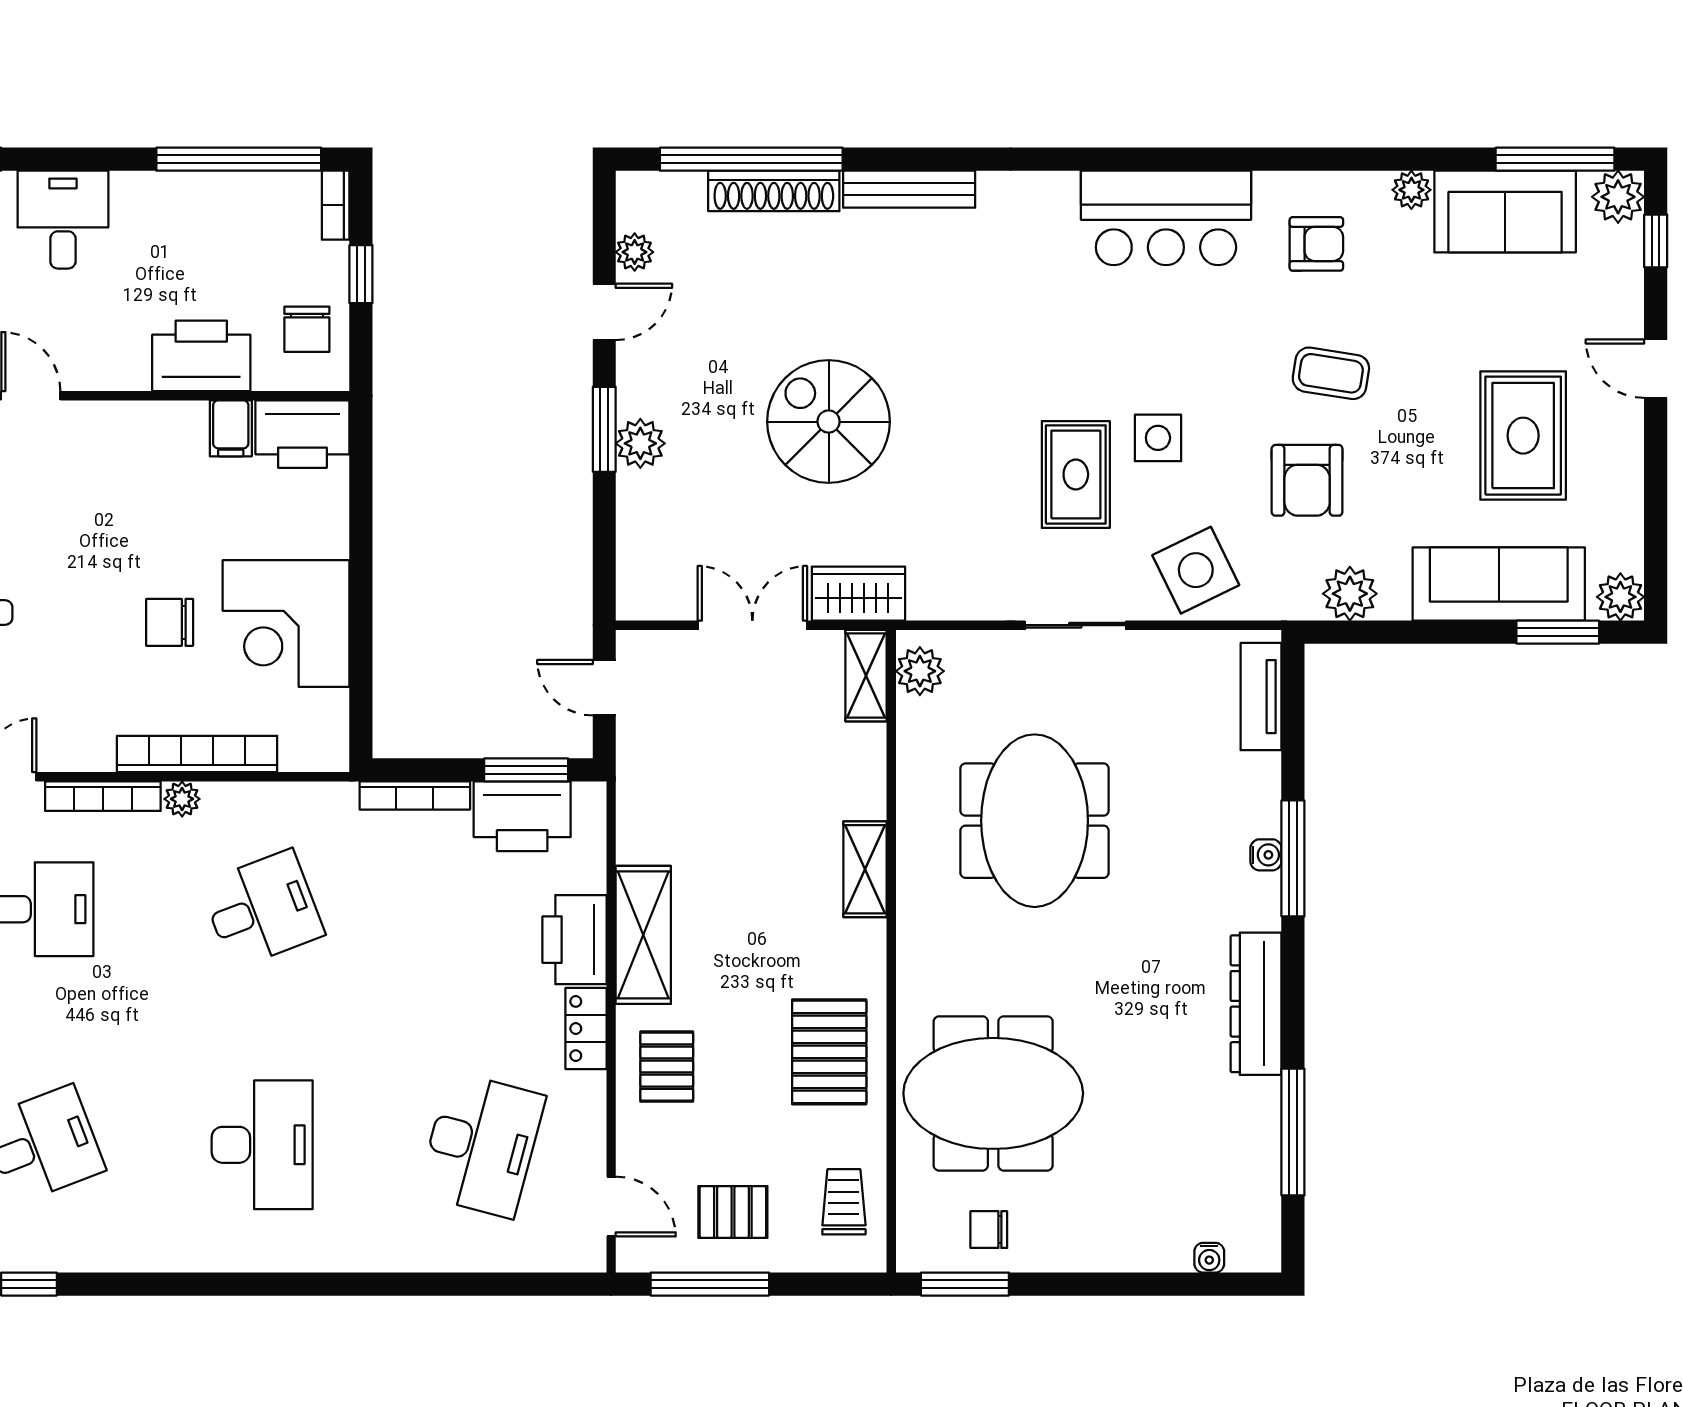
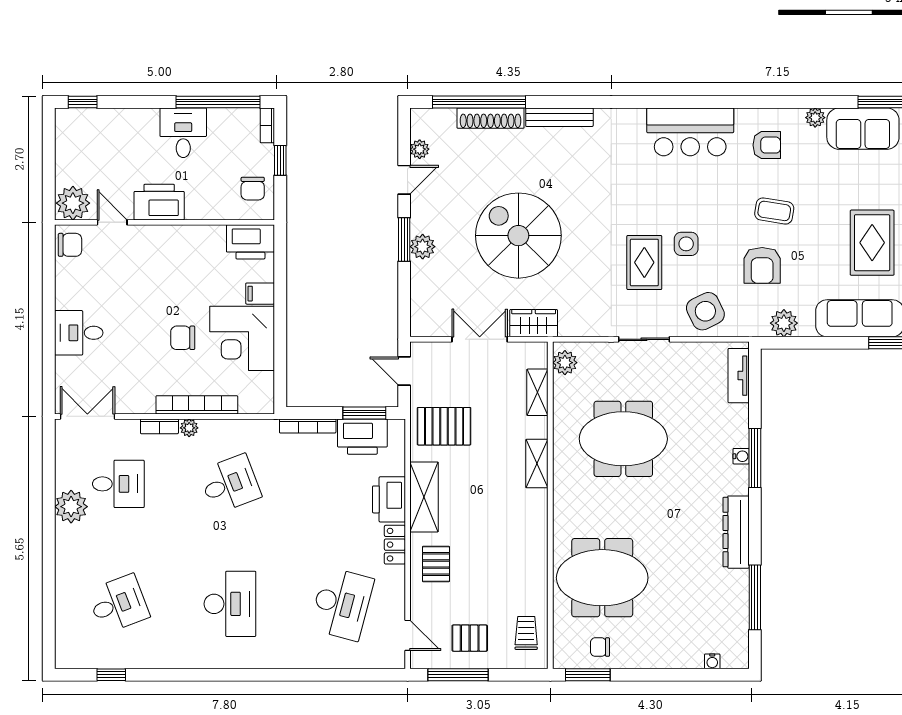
desk: (63, 220) -> (183, 133), moved
printer: (201, 356) -> (159, 202), moved
spiral stairs: (829, 422) -> (518, 236), width x1.37, depth x1.37
filing cabinet: (231, 428) -> (260, 294), moved, turned 90
shelving: (866, 676) -> (537, 392), moved
bookcase: (103, 796) -> (159, 426), width x0.64
meeting table: (1035, 821) -> (623, 439), turned 90
pallet: (829, 1052) -> (444, 426), moved, turned 90

